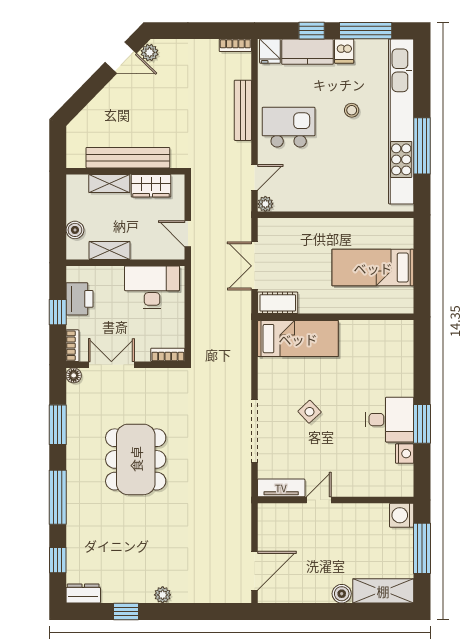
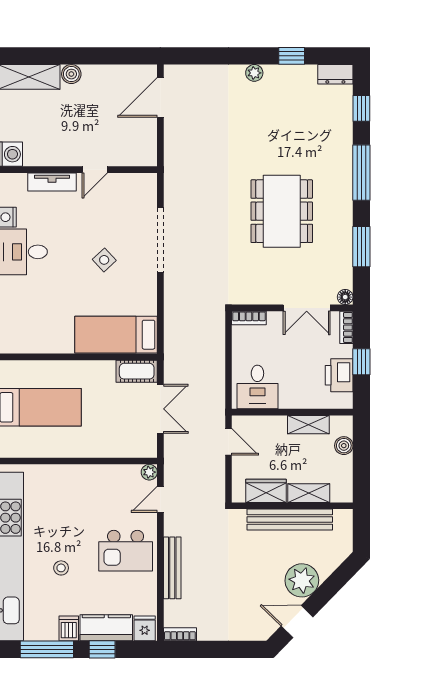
plant: (150, 53) -> (302, 580), moved, width x1.88, depth x1.88
desk: (152, 287) -> (257, 387), width x0.73
tv unit: (281, 488) -> (52, 182), moved

